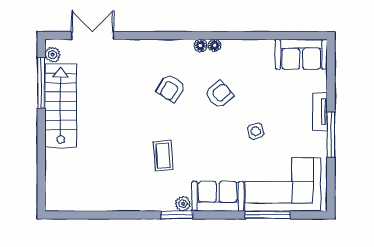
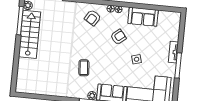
sofa: (301, 54) -> (143, 17), moved
armchair: (171, 88) -> (93, 18), moved

